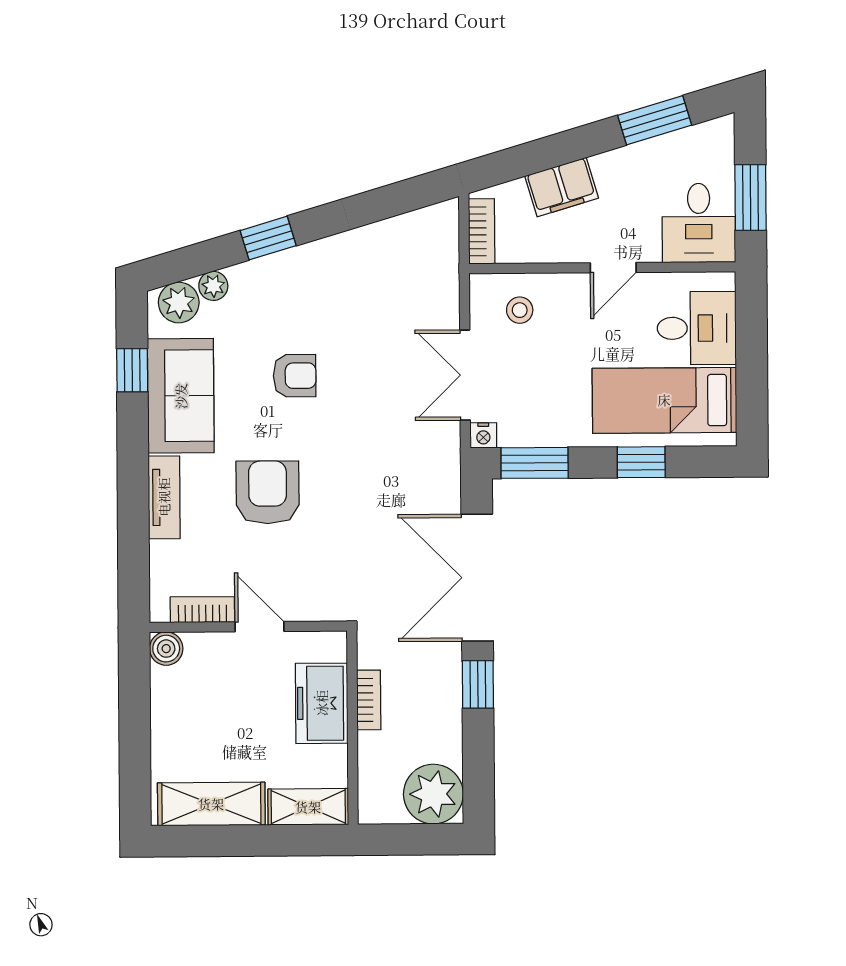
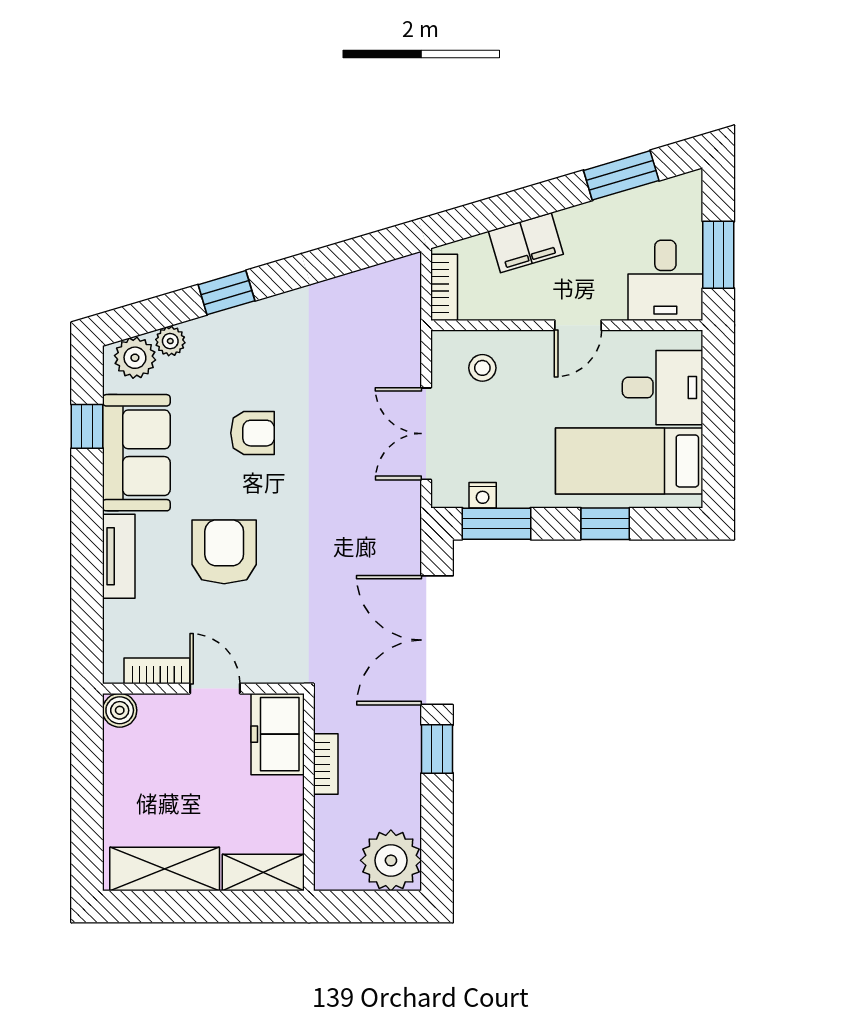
nightstand: (483, 435) -> (483, 495), moved
freezer: (322, 703) -> (278, 734), moved

